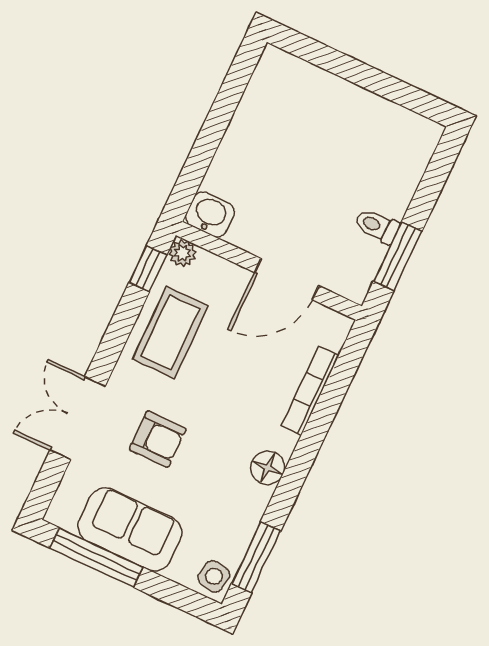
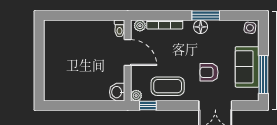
toilet: (377, 226) -> (120, 28), moved
window: (398, 256) -> (100, 16), removed
plant: (334, 334) -> (140, 26), added
armchair: (158, 439) -> (209, 72), turned -90
window: (256, 557) -> (206, 16), moved

